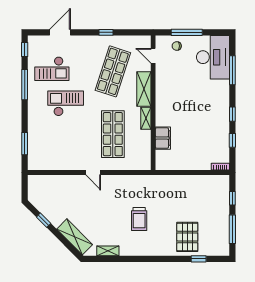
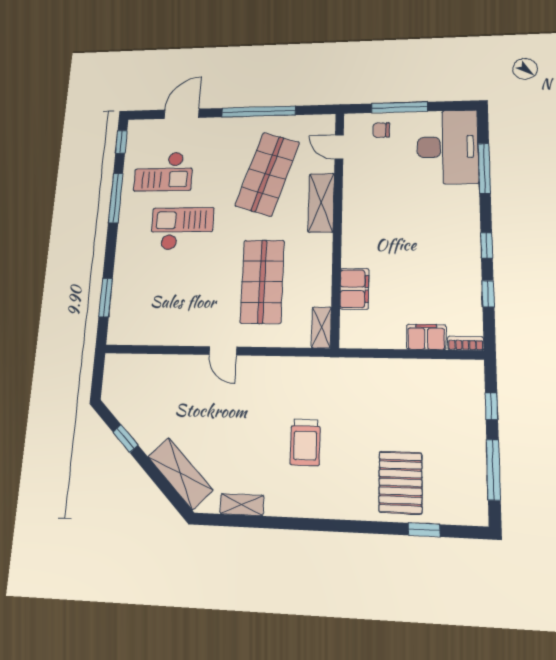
window: (106, 32) -> (259, 112), width x3.17
shelving: (146, 118) -> (321, 327), moved
filing cabinet: (201, 164) -> (426, 337), added

